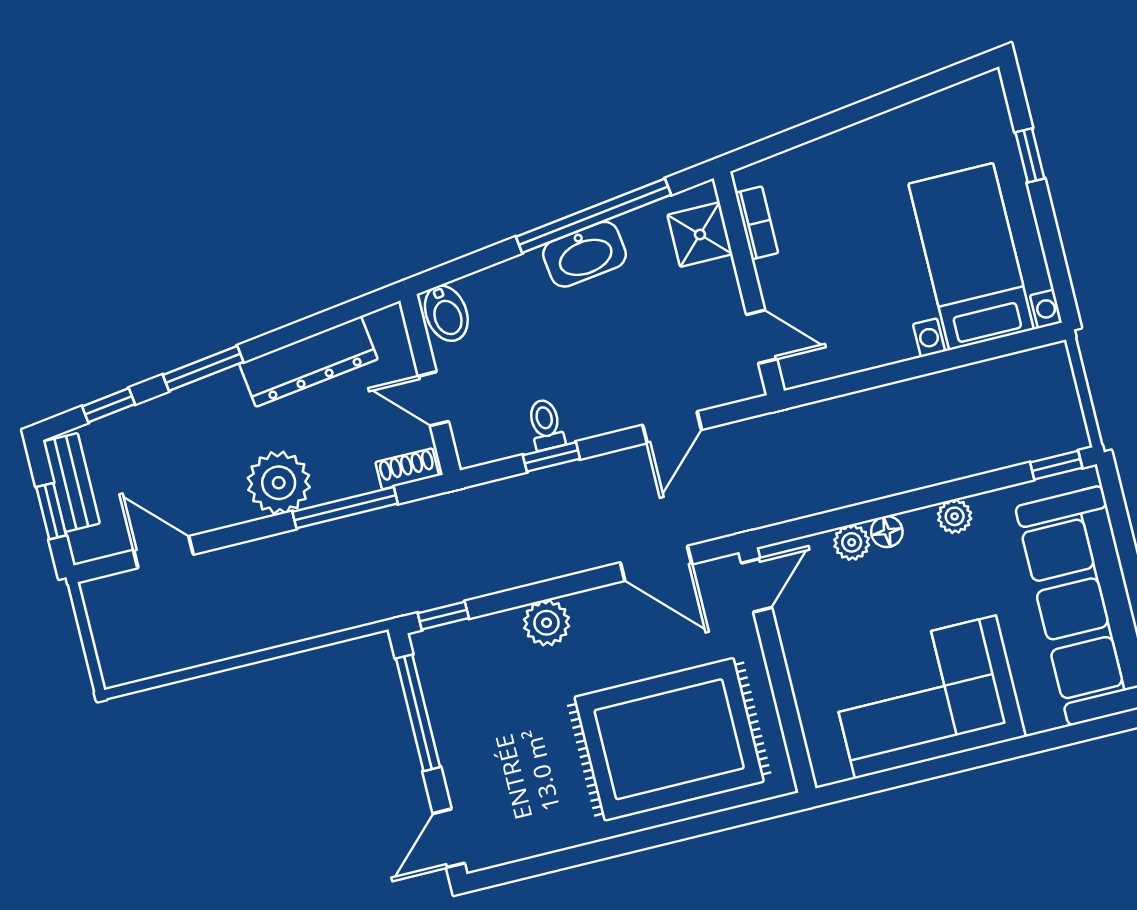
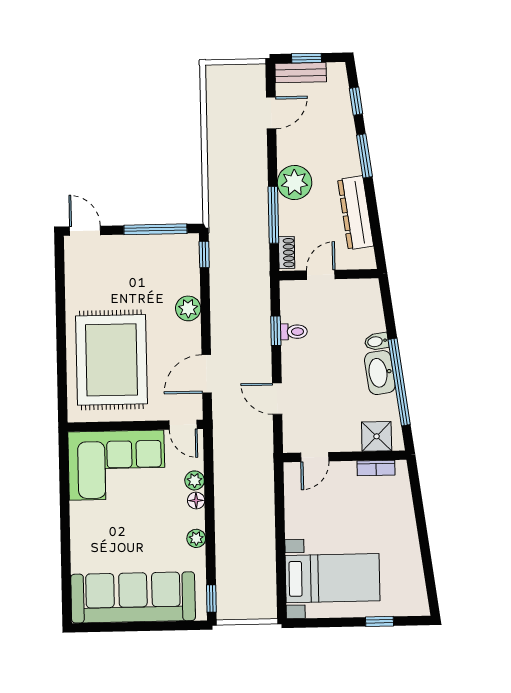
bidet: (446, 313) -> (377, 341), moved, width x0.72, depth x0.74
bench: (71, 482) -> (301, 73), moved
corner sofa: (926, 697) -> (116, 465), moved, turned 90

